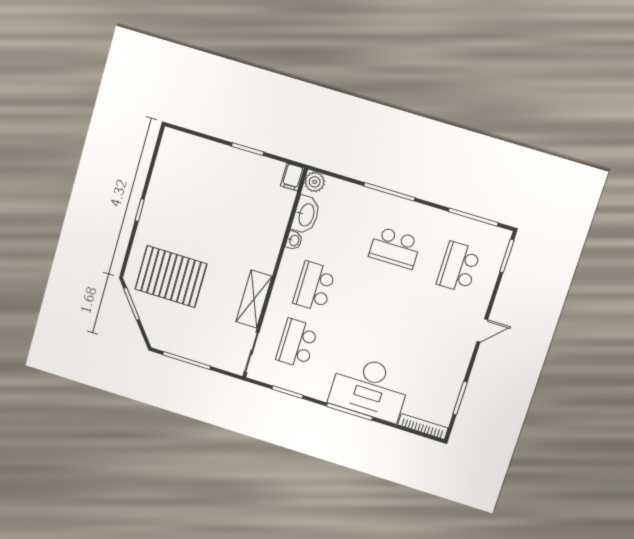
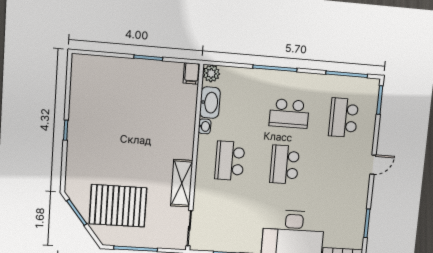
pallet: (171, 277) -> (118, 206), moved
school desk: (297, 343) -> (285, 165), moved

